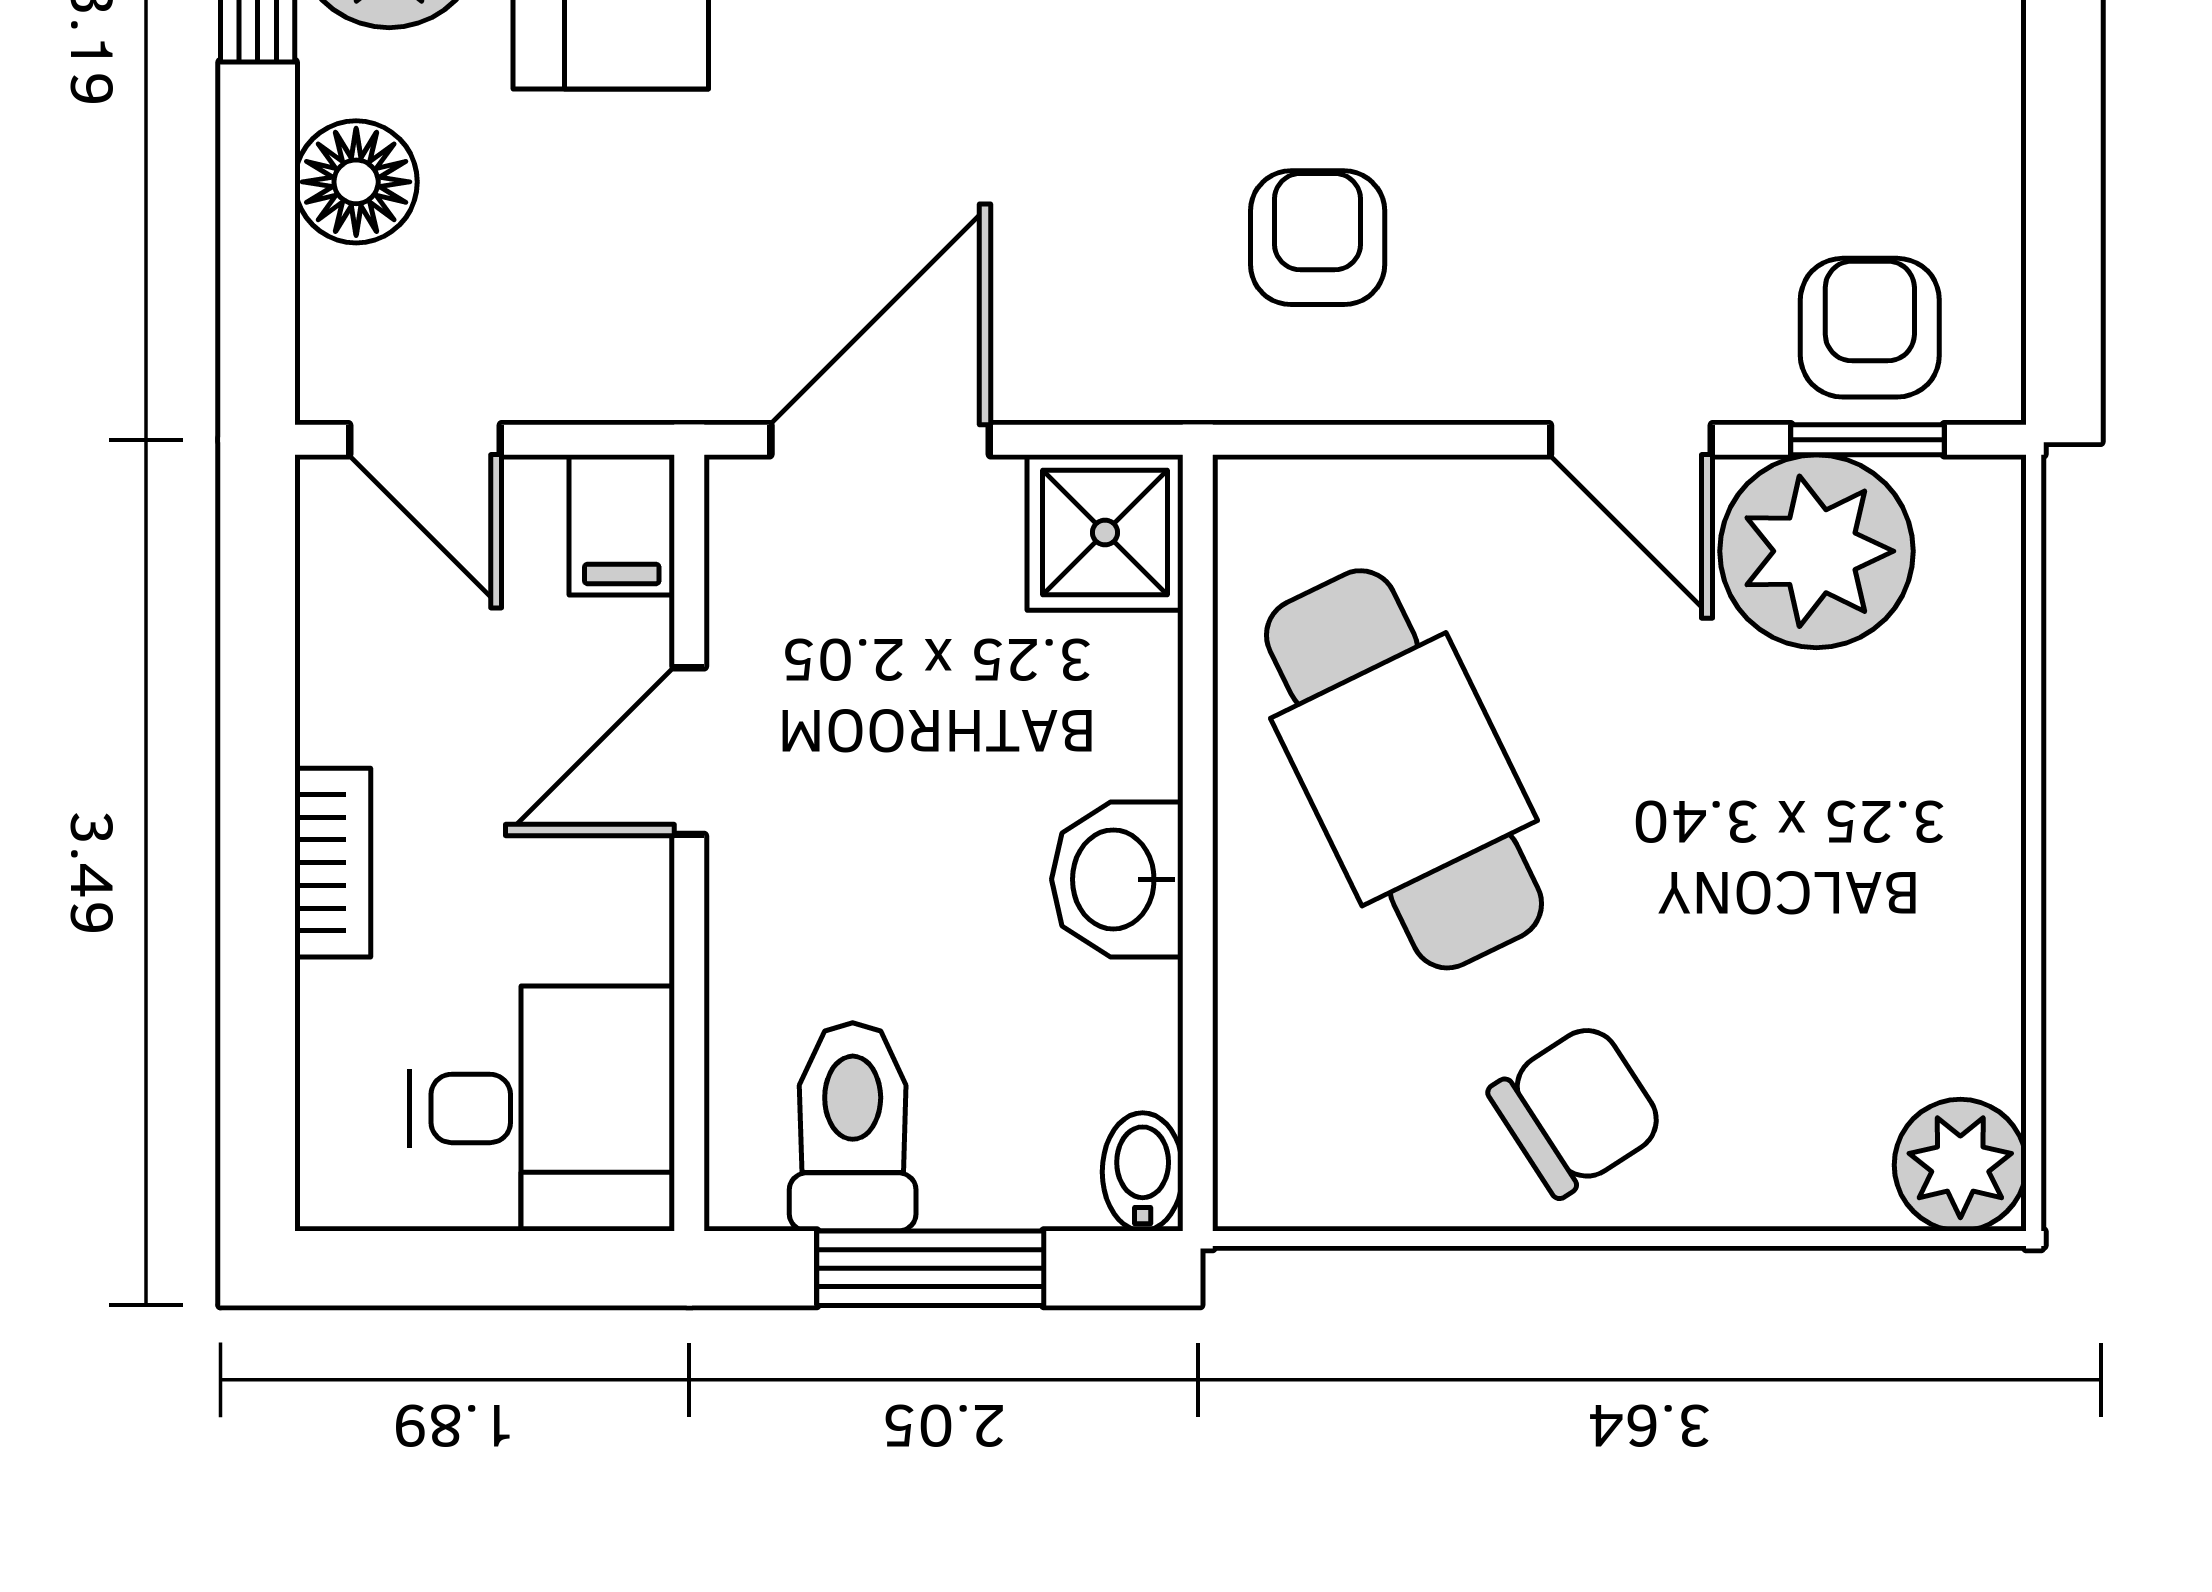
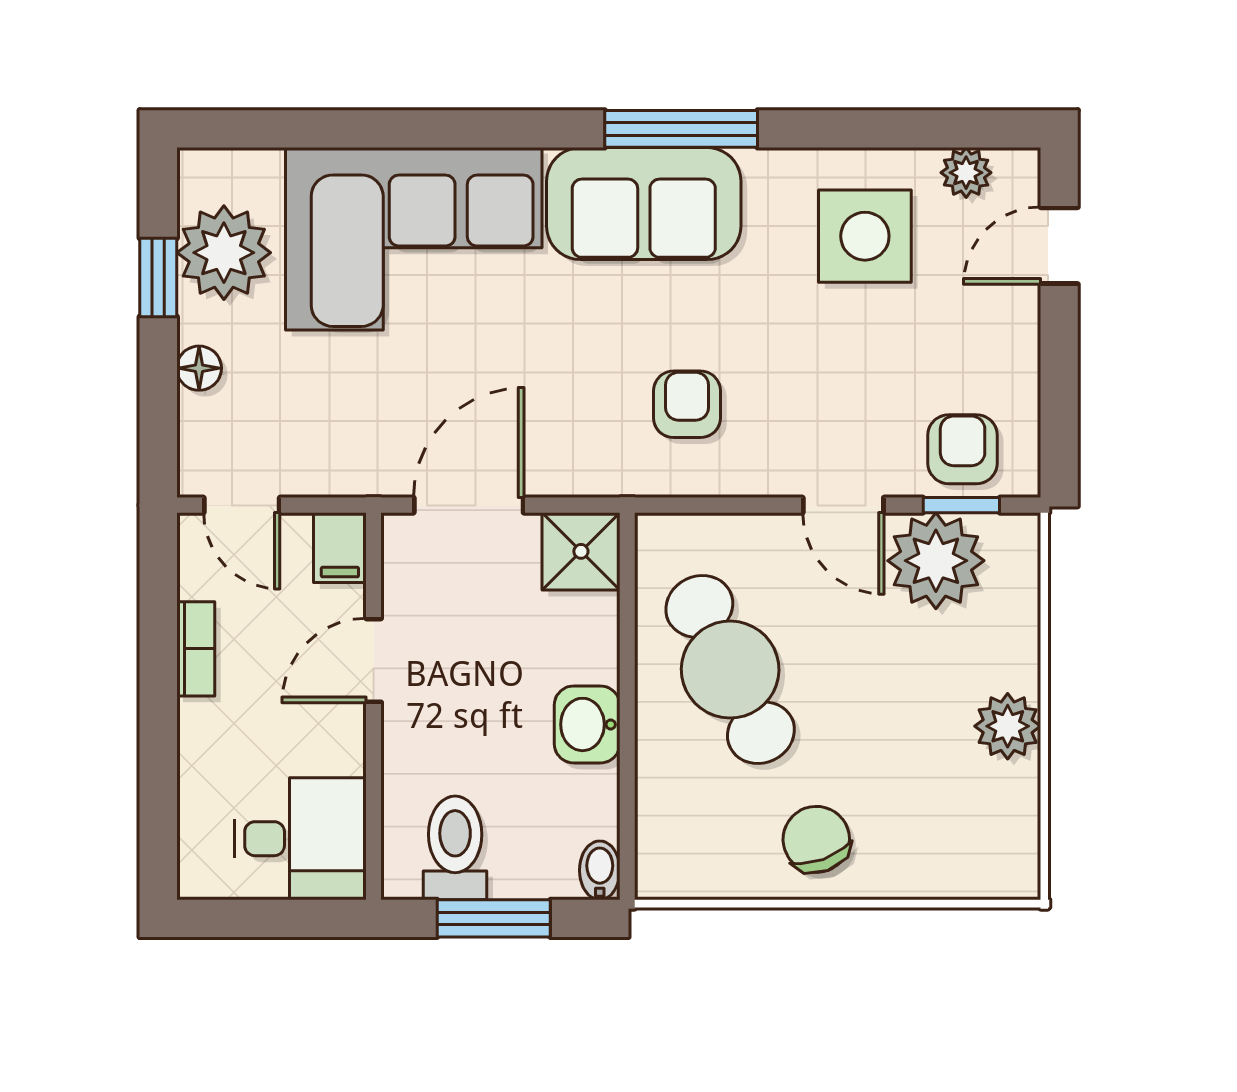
floor lamp: (356, 182) -> (199, 368), width x0.73, depth x0.73
bookcase: (333, 863) -> (196, 649), moved
chair: (1577, 1110) -> (816, 839), turned -77
plant: (1960, 1165) -> (1008, 726), moved

